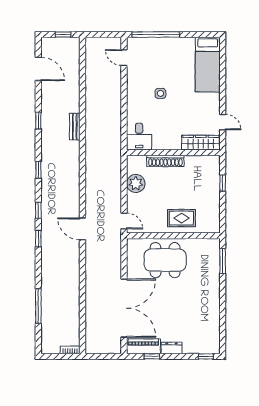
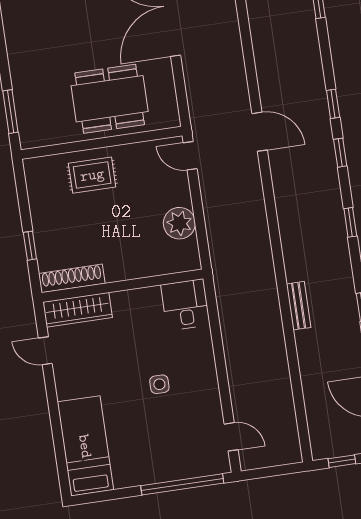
shoe rack: (165, 161) -> (72, 278), moved

